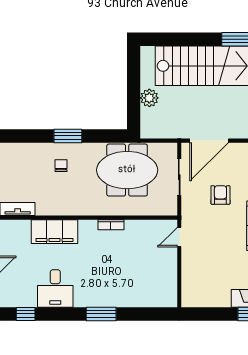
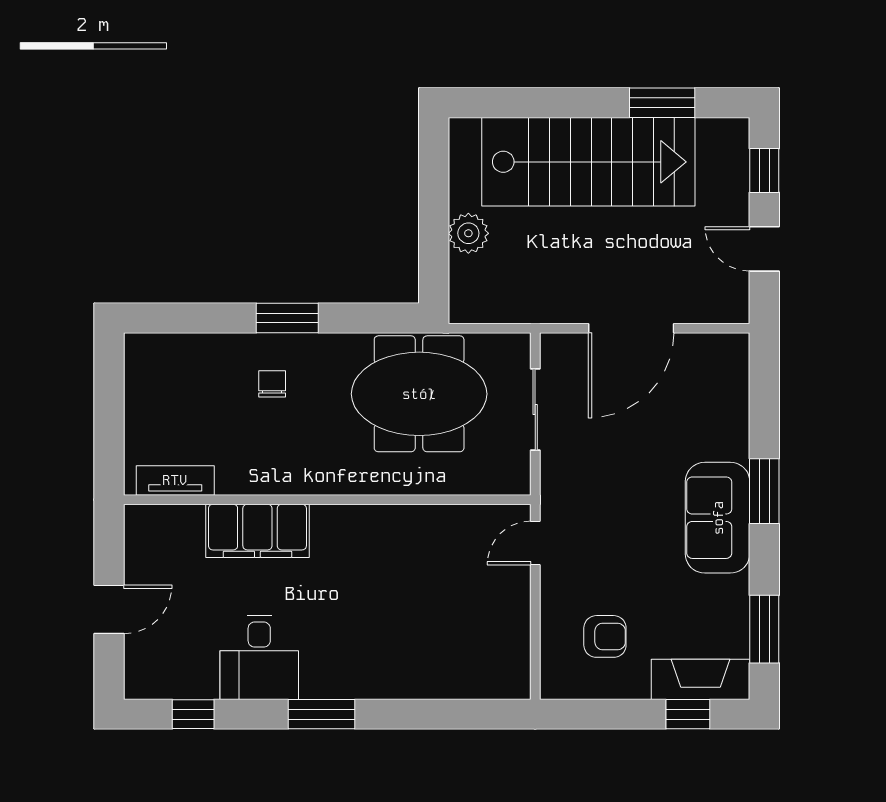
door: (209, 141) -> (631, 328), moved
armchair: (220, 195) -> (605, 636), moved, turned 90
bookcase: (111, 225) -> (383, 515), removed
window: (101, 314) -> (321, 714), moved

